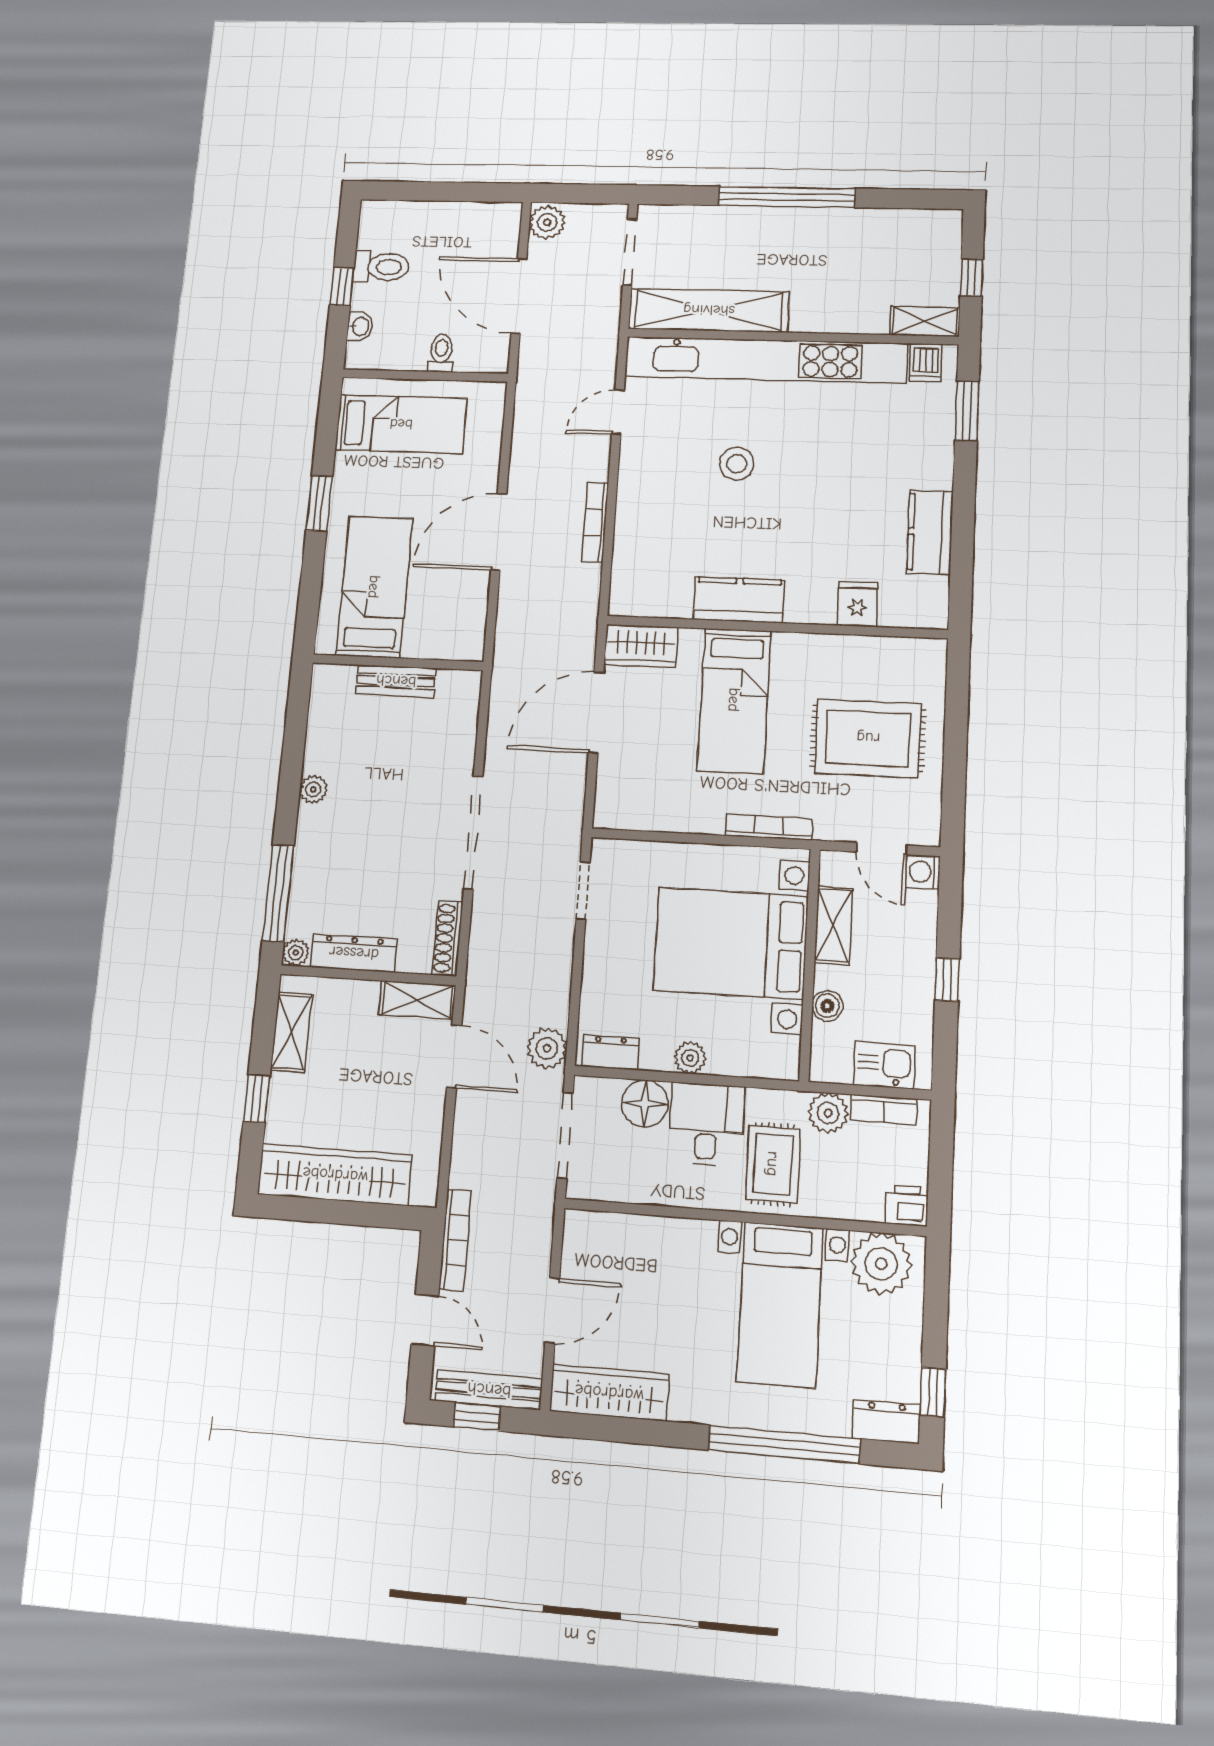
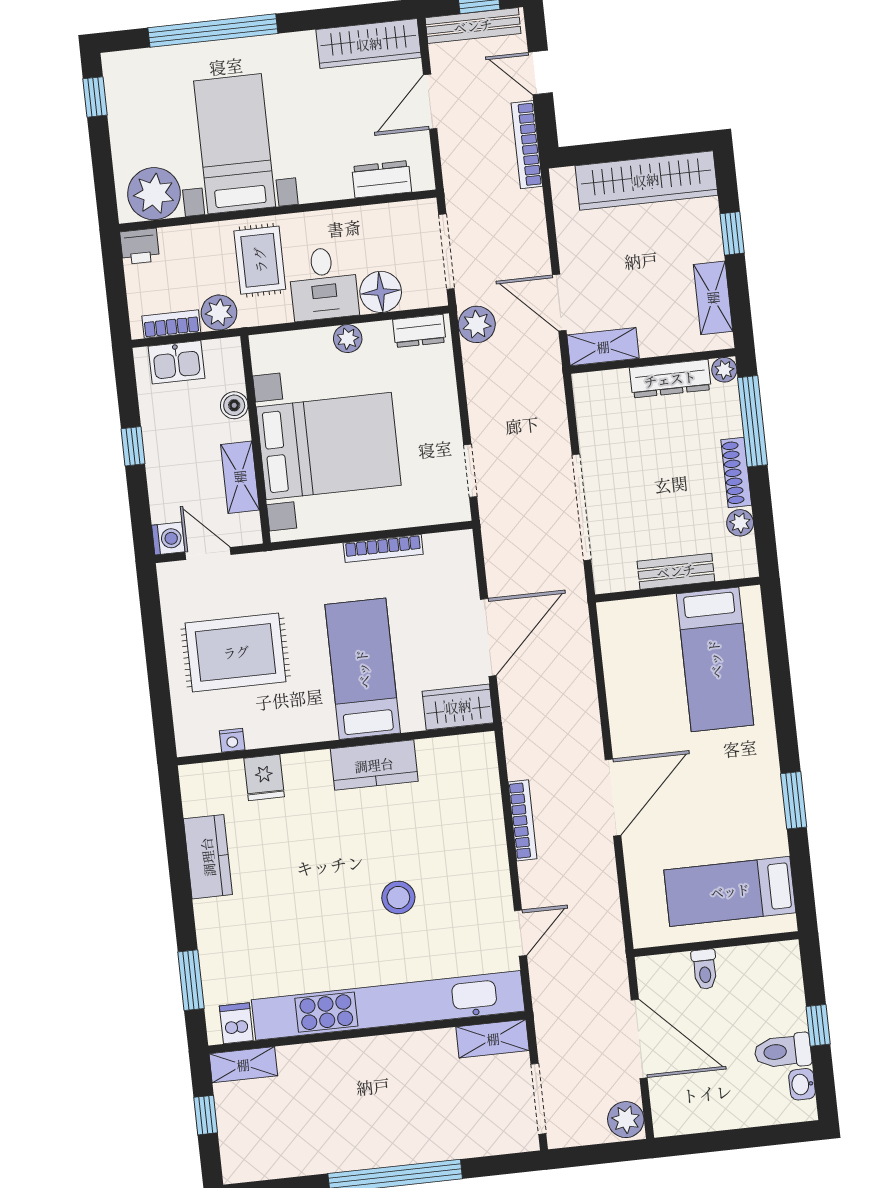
shelving: (709, 310) -> (493, 1039), width x0.45, depth x0.75
washbasin: (360, 326) -> (802, 1084), moved
bed: (374, 587) -> (715, 659), moved
nightstand: (886, 647) -> (232, 740), added
wall: (398, 662) -> (678, 590), moved
bench: (396, 681) -> (676, 571), moved
bookcase: (769, 827) -> (383, 549), moved
shoe rack: (447, 938) -> (736, 473), moved, turned 180
dresser: (886, 1422) -> (382, 179), moved, turned 180

